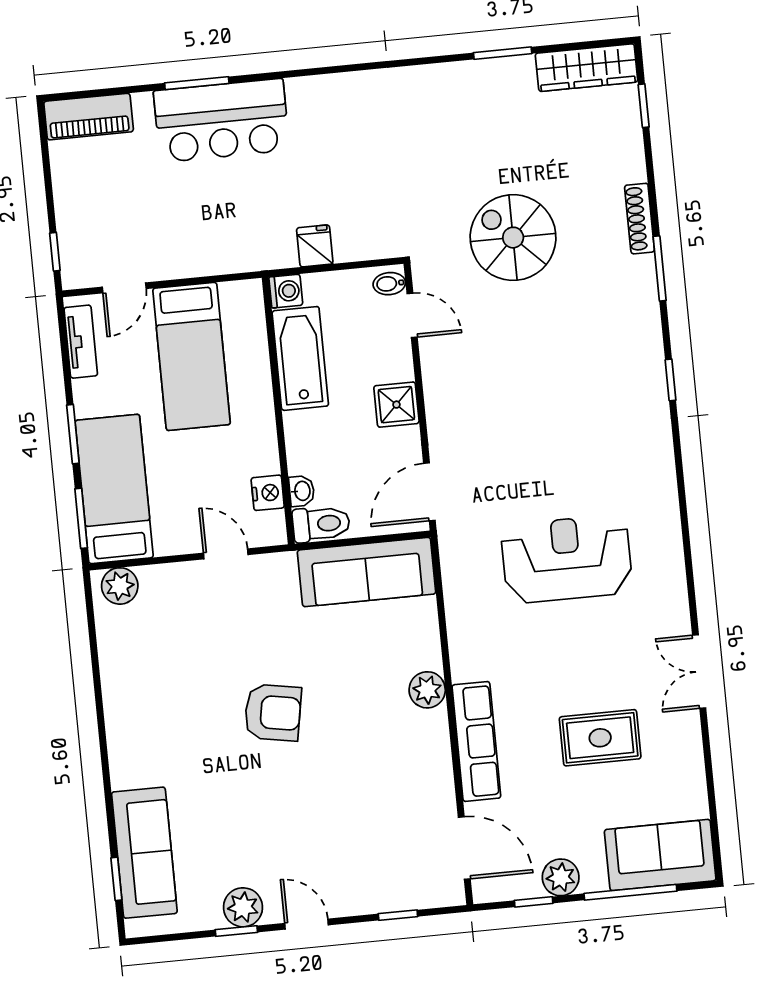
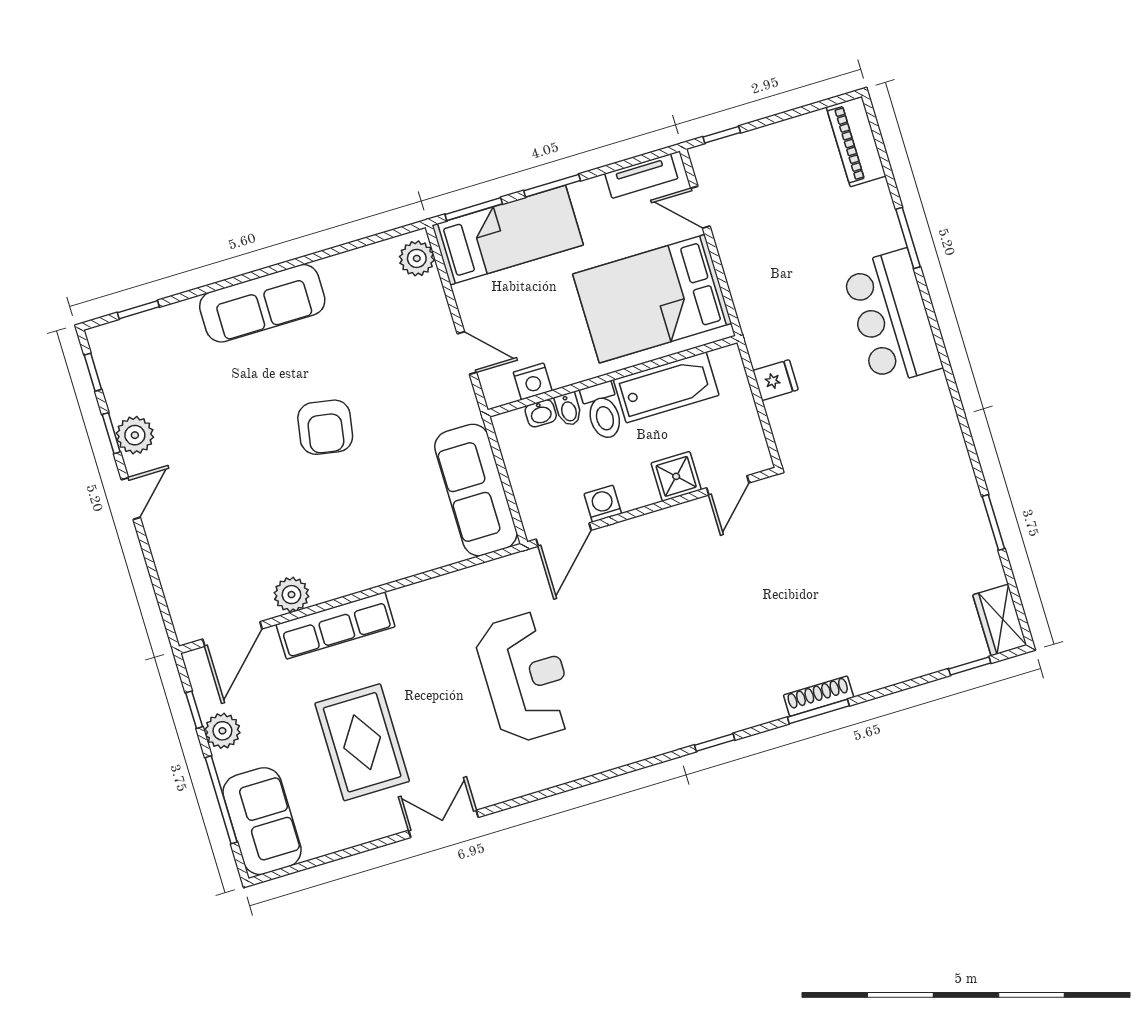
wardrobe: (587, 68) -> (1000, 620), width x0.67
bar counter: (221, 120) -> (892, 318), moved
shoe rack: (640, 219) -> (819, 696), moved
spiral stairs: (513, 238) -> (820, 567), removed
bidet: (389, 284) -> (568, 409), moved, turned 180
washing machine: (286, 291) -> (603, 504), moved, turned 180
bed: (192, 356) -> (652, 299), width x1.50
shower: (396, 405) -> (676, 476), moved
door: (429, 492) -> (564, 535), swing flipped
toilet: (321, 524) -> (603, 411), moved
door: (226, 554) -> (467, 353), hinge flipped
plant: (427, 690) -> (291, 595), moved
rug: (600, 738) -> (362, 742), width x1.36, depth x1.43
sofa: (144, 853) -> (262, 303), moved
window: (398, 915) -> (93, 372), moved

